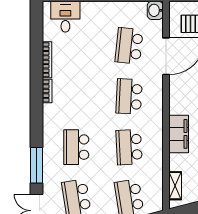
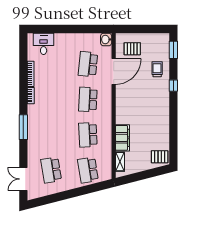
filing cabinet: (179, 134) -> (122, 138), moved
school desk: (76, 147) -> (51, 135), removed
window: (37, 165) -> (23, 127), moved

